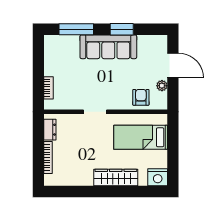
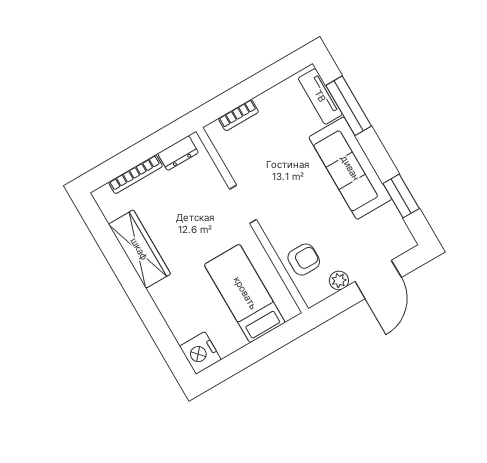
window: (122, 29) -> (401, 196), moved
tv unit: (63, 41) -> (320, 96), added
wardrobe: (116, 177) -> (139, 249), moved

